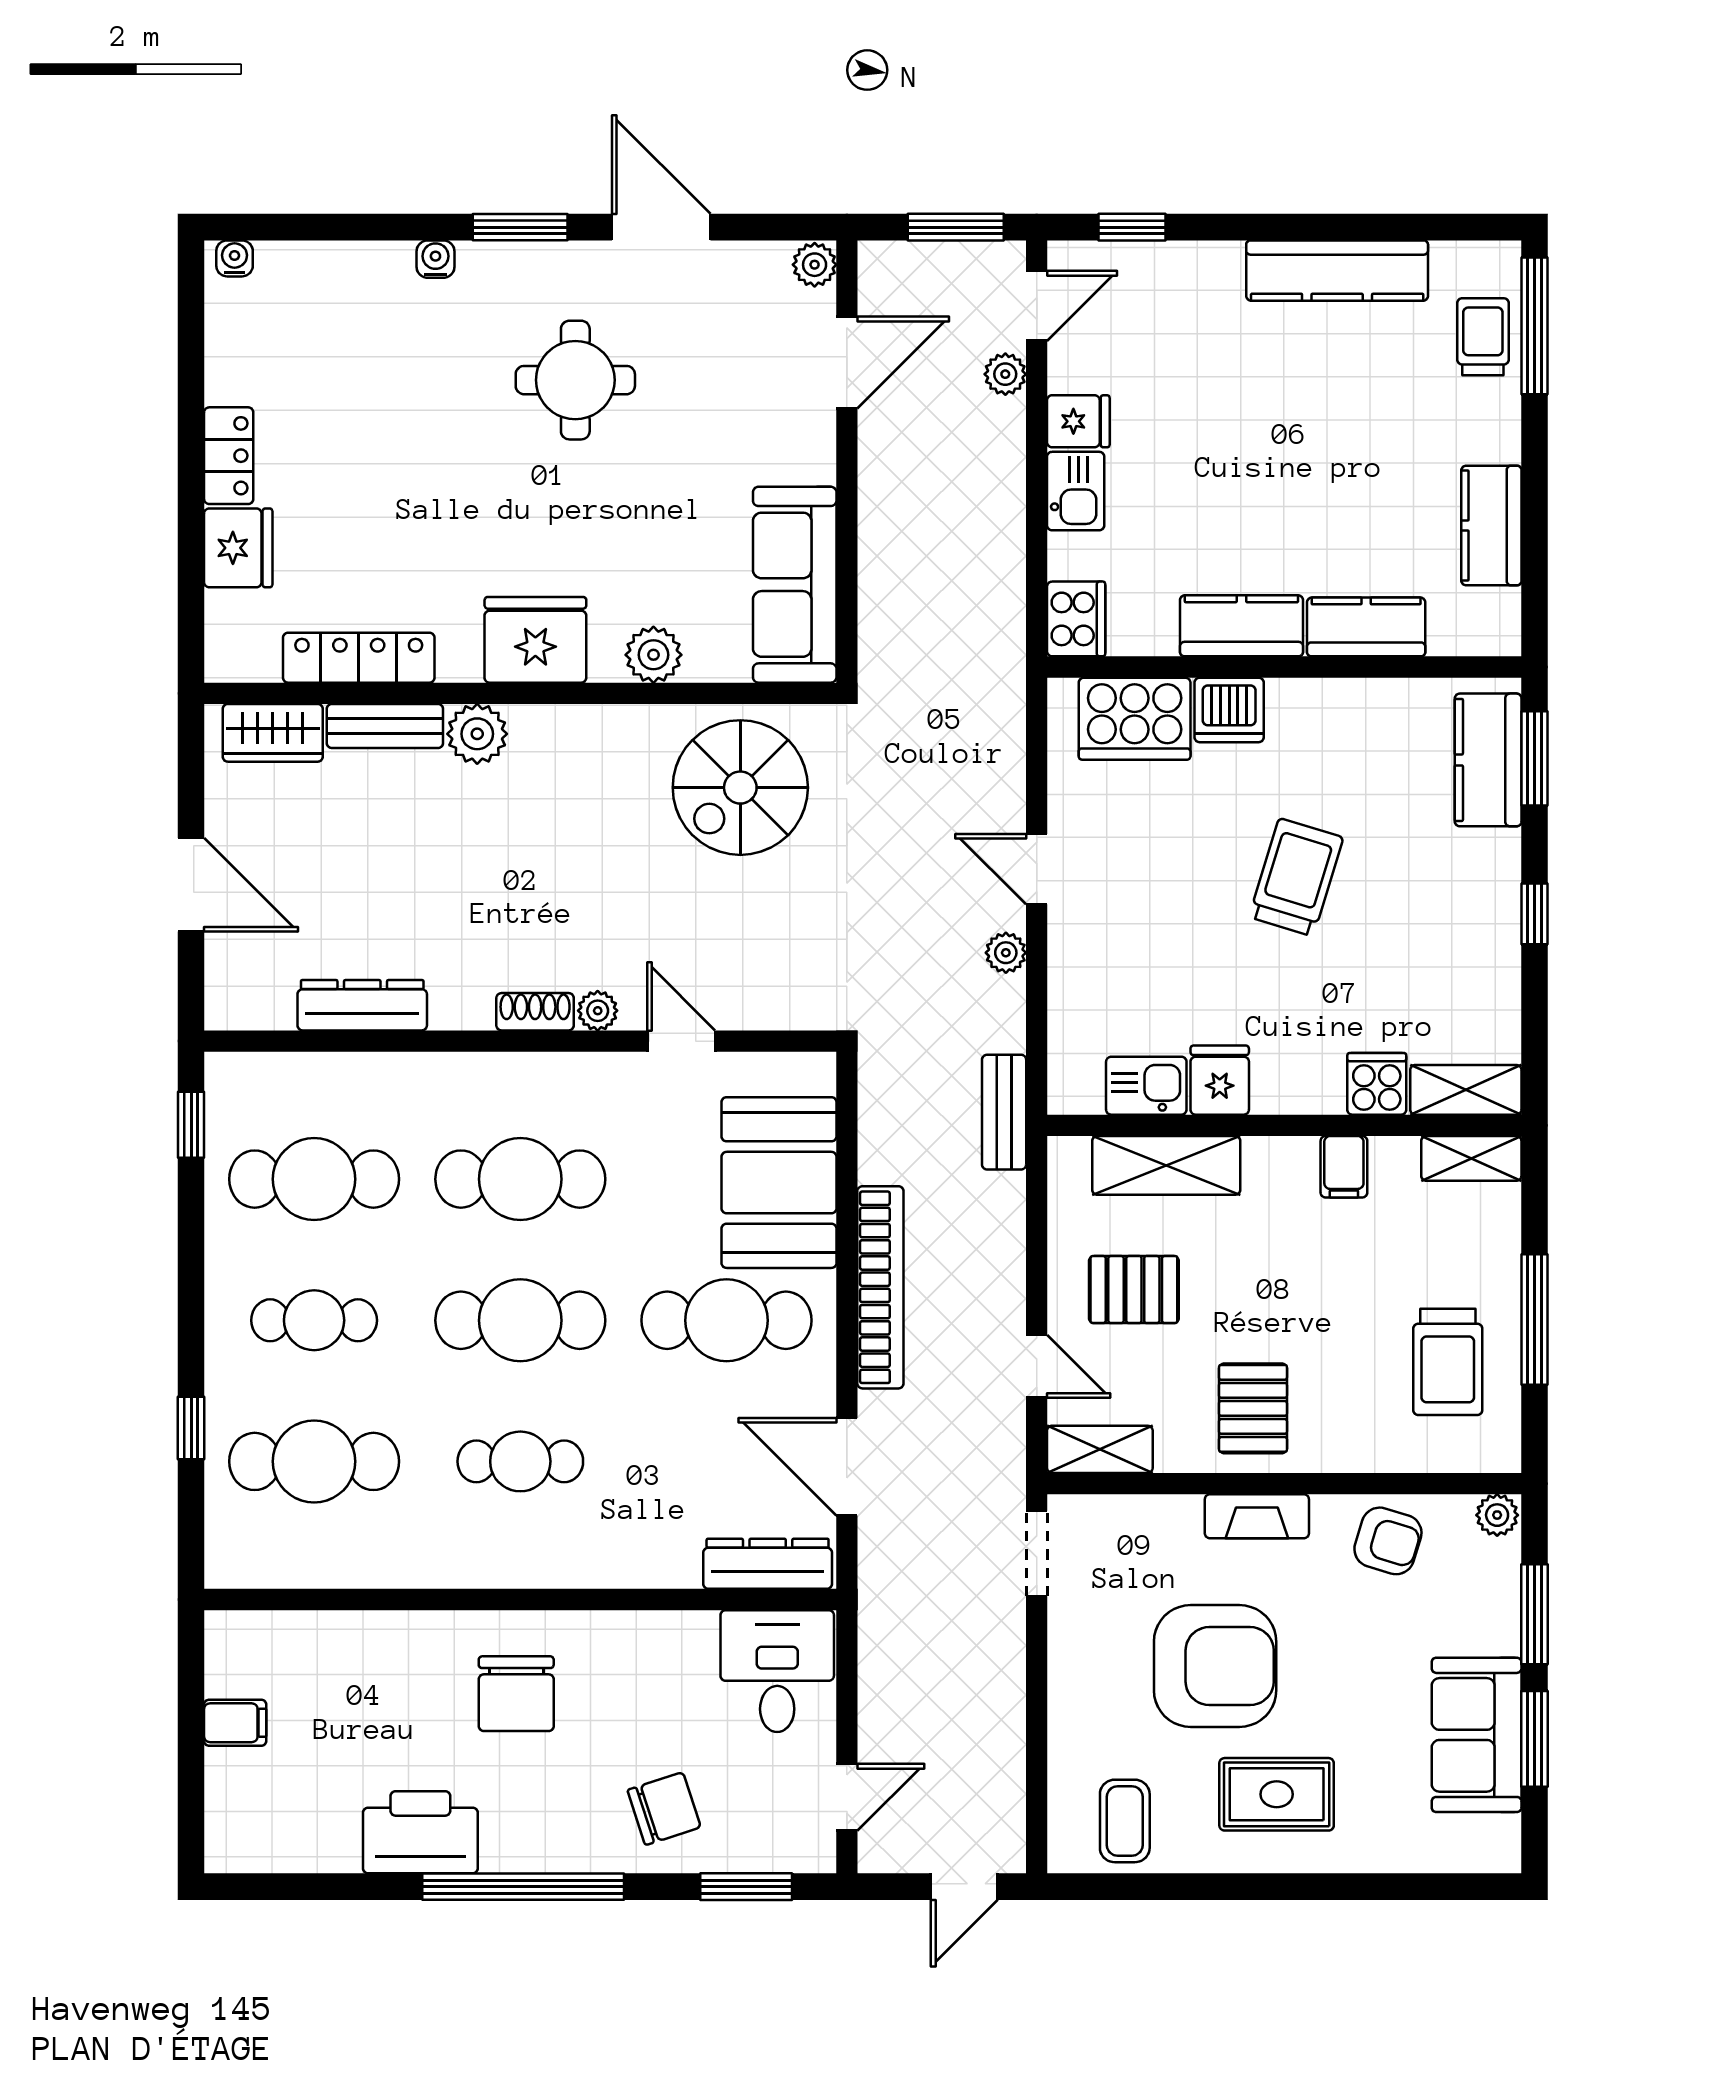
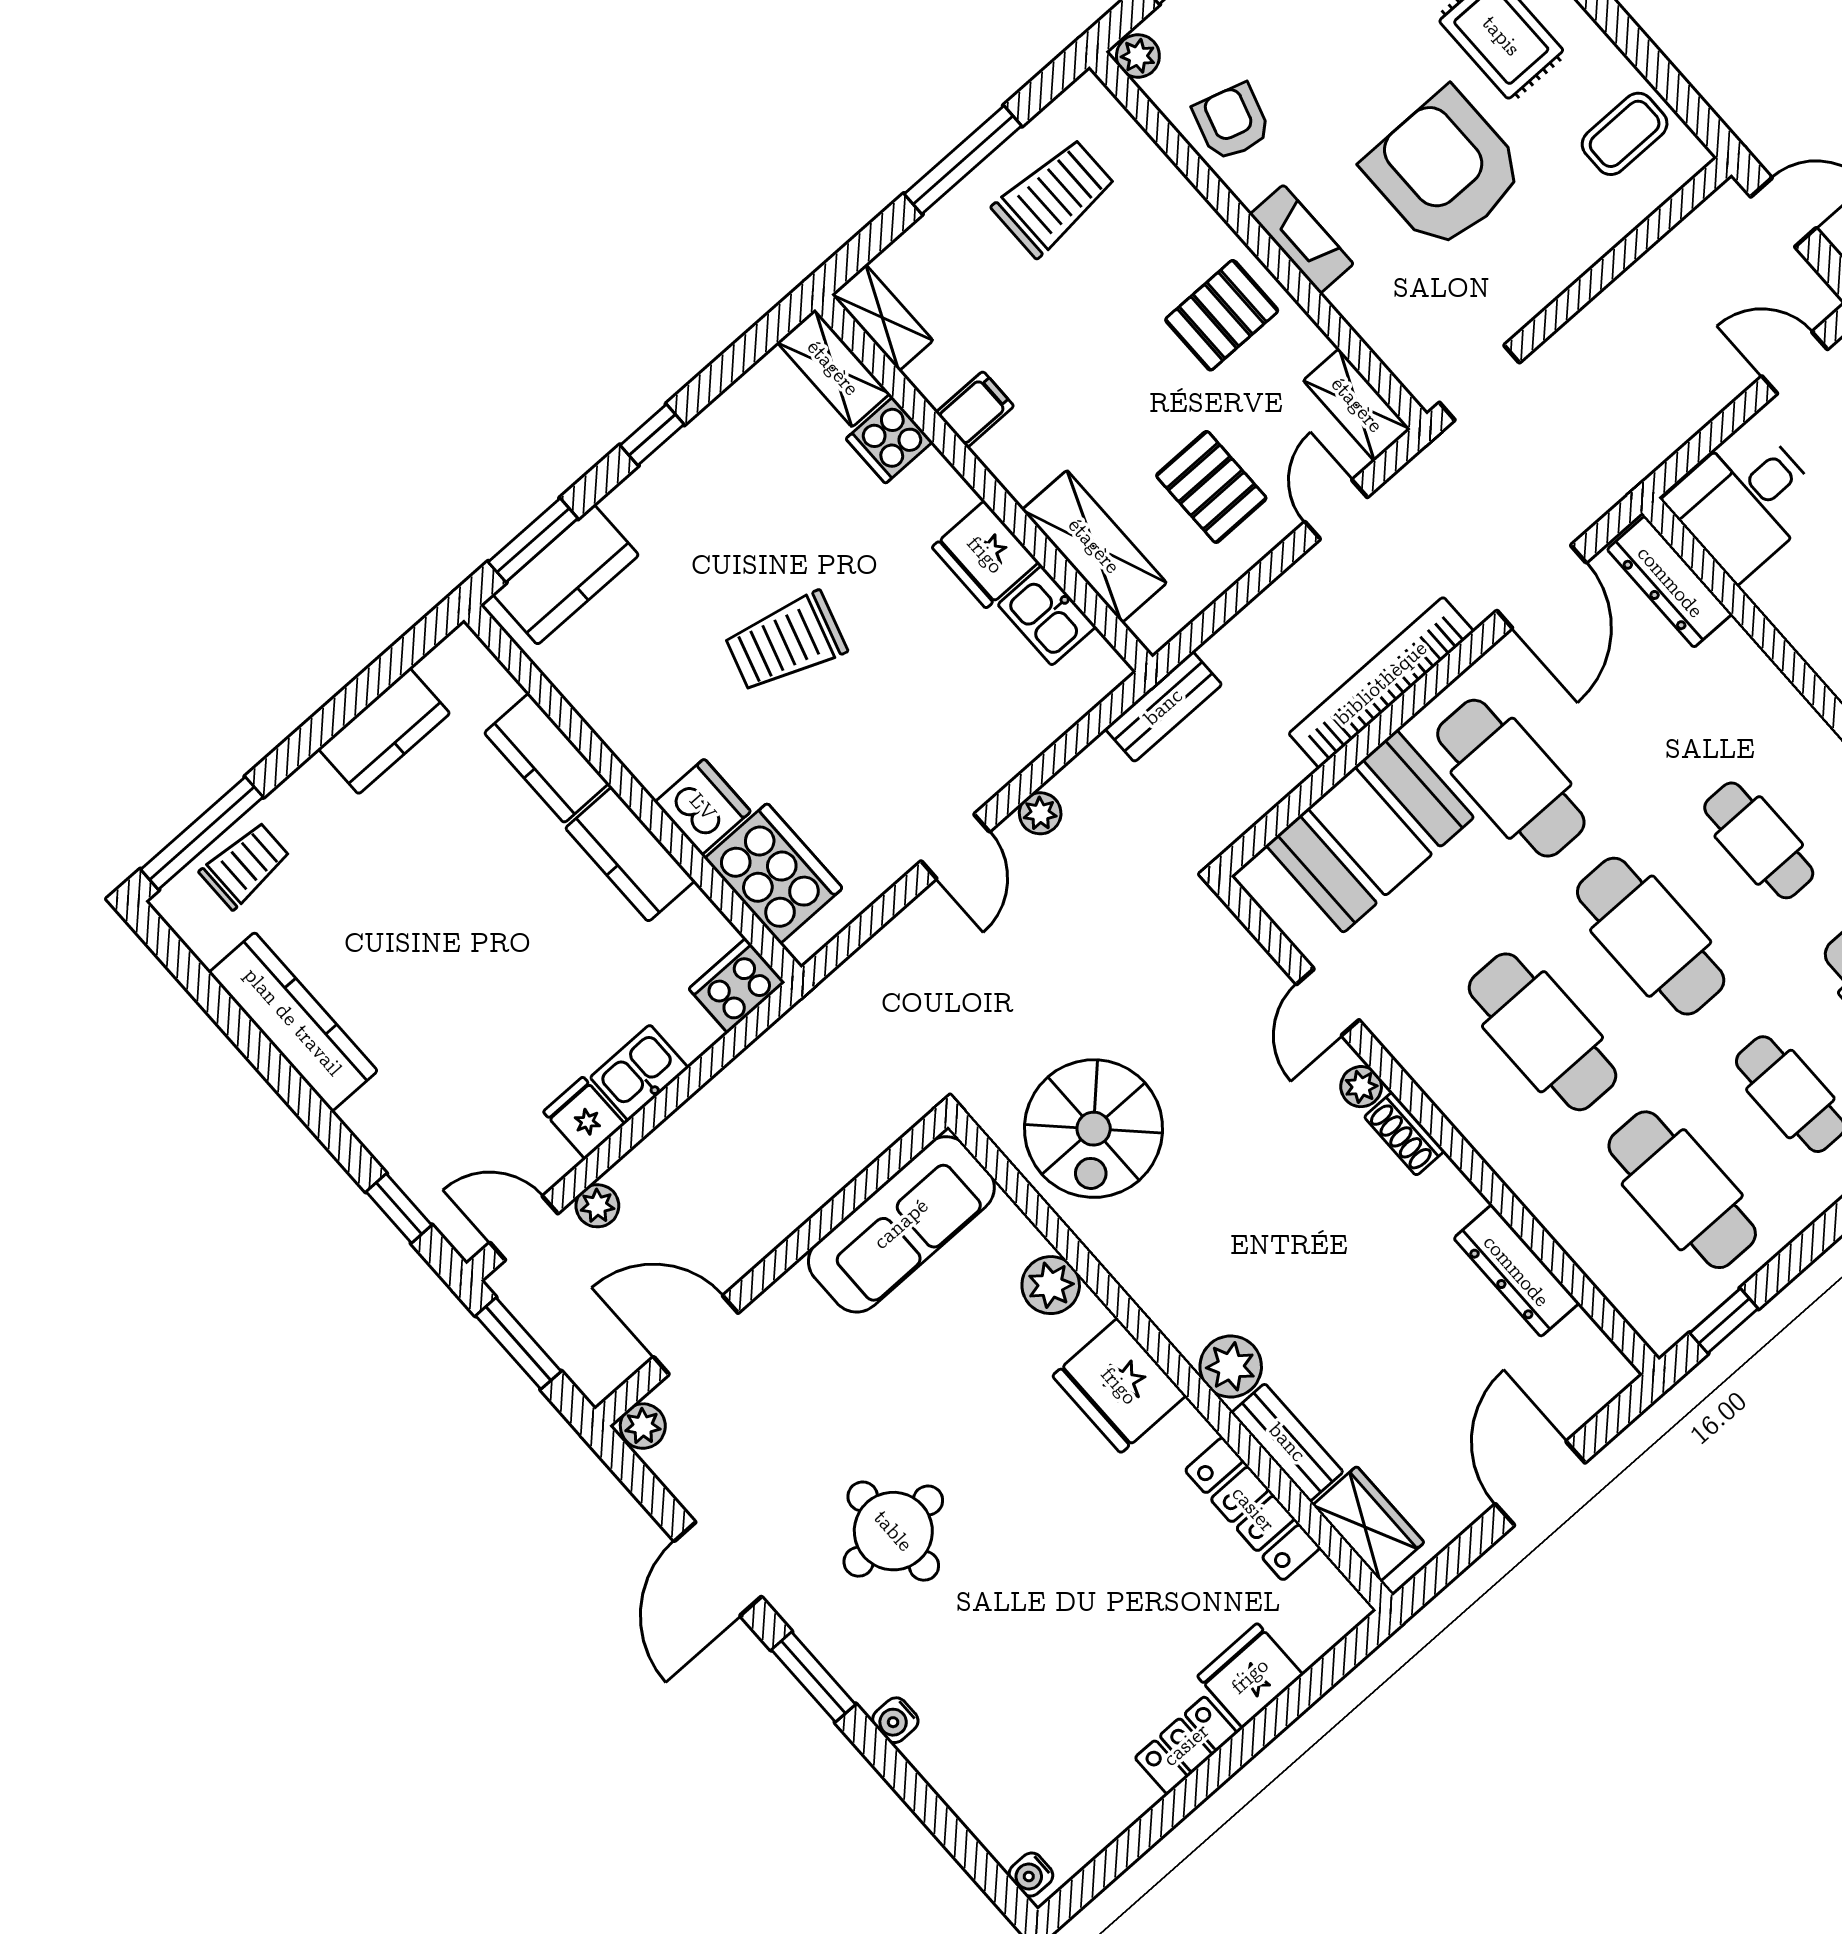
trolley: (1483, 337) -> (245, 865), turned 180
spiral stairs: (740, 788) -> (1094, 1129), turned 90
fridge: (1220, 1080) -> (985, 555), width x1.38

